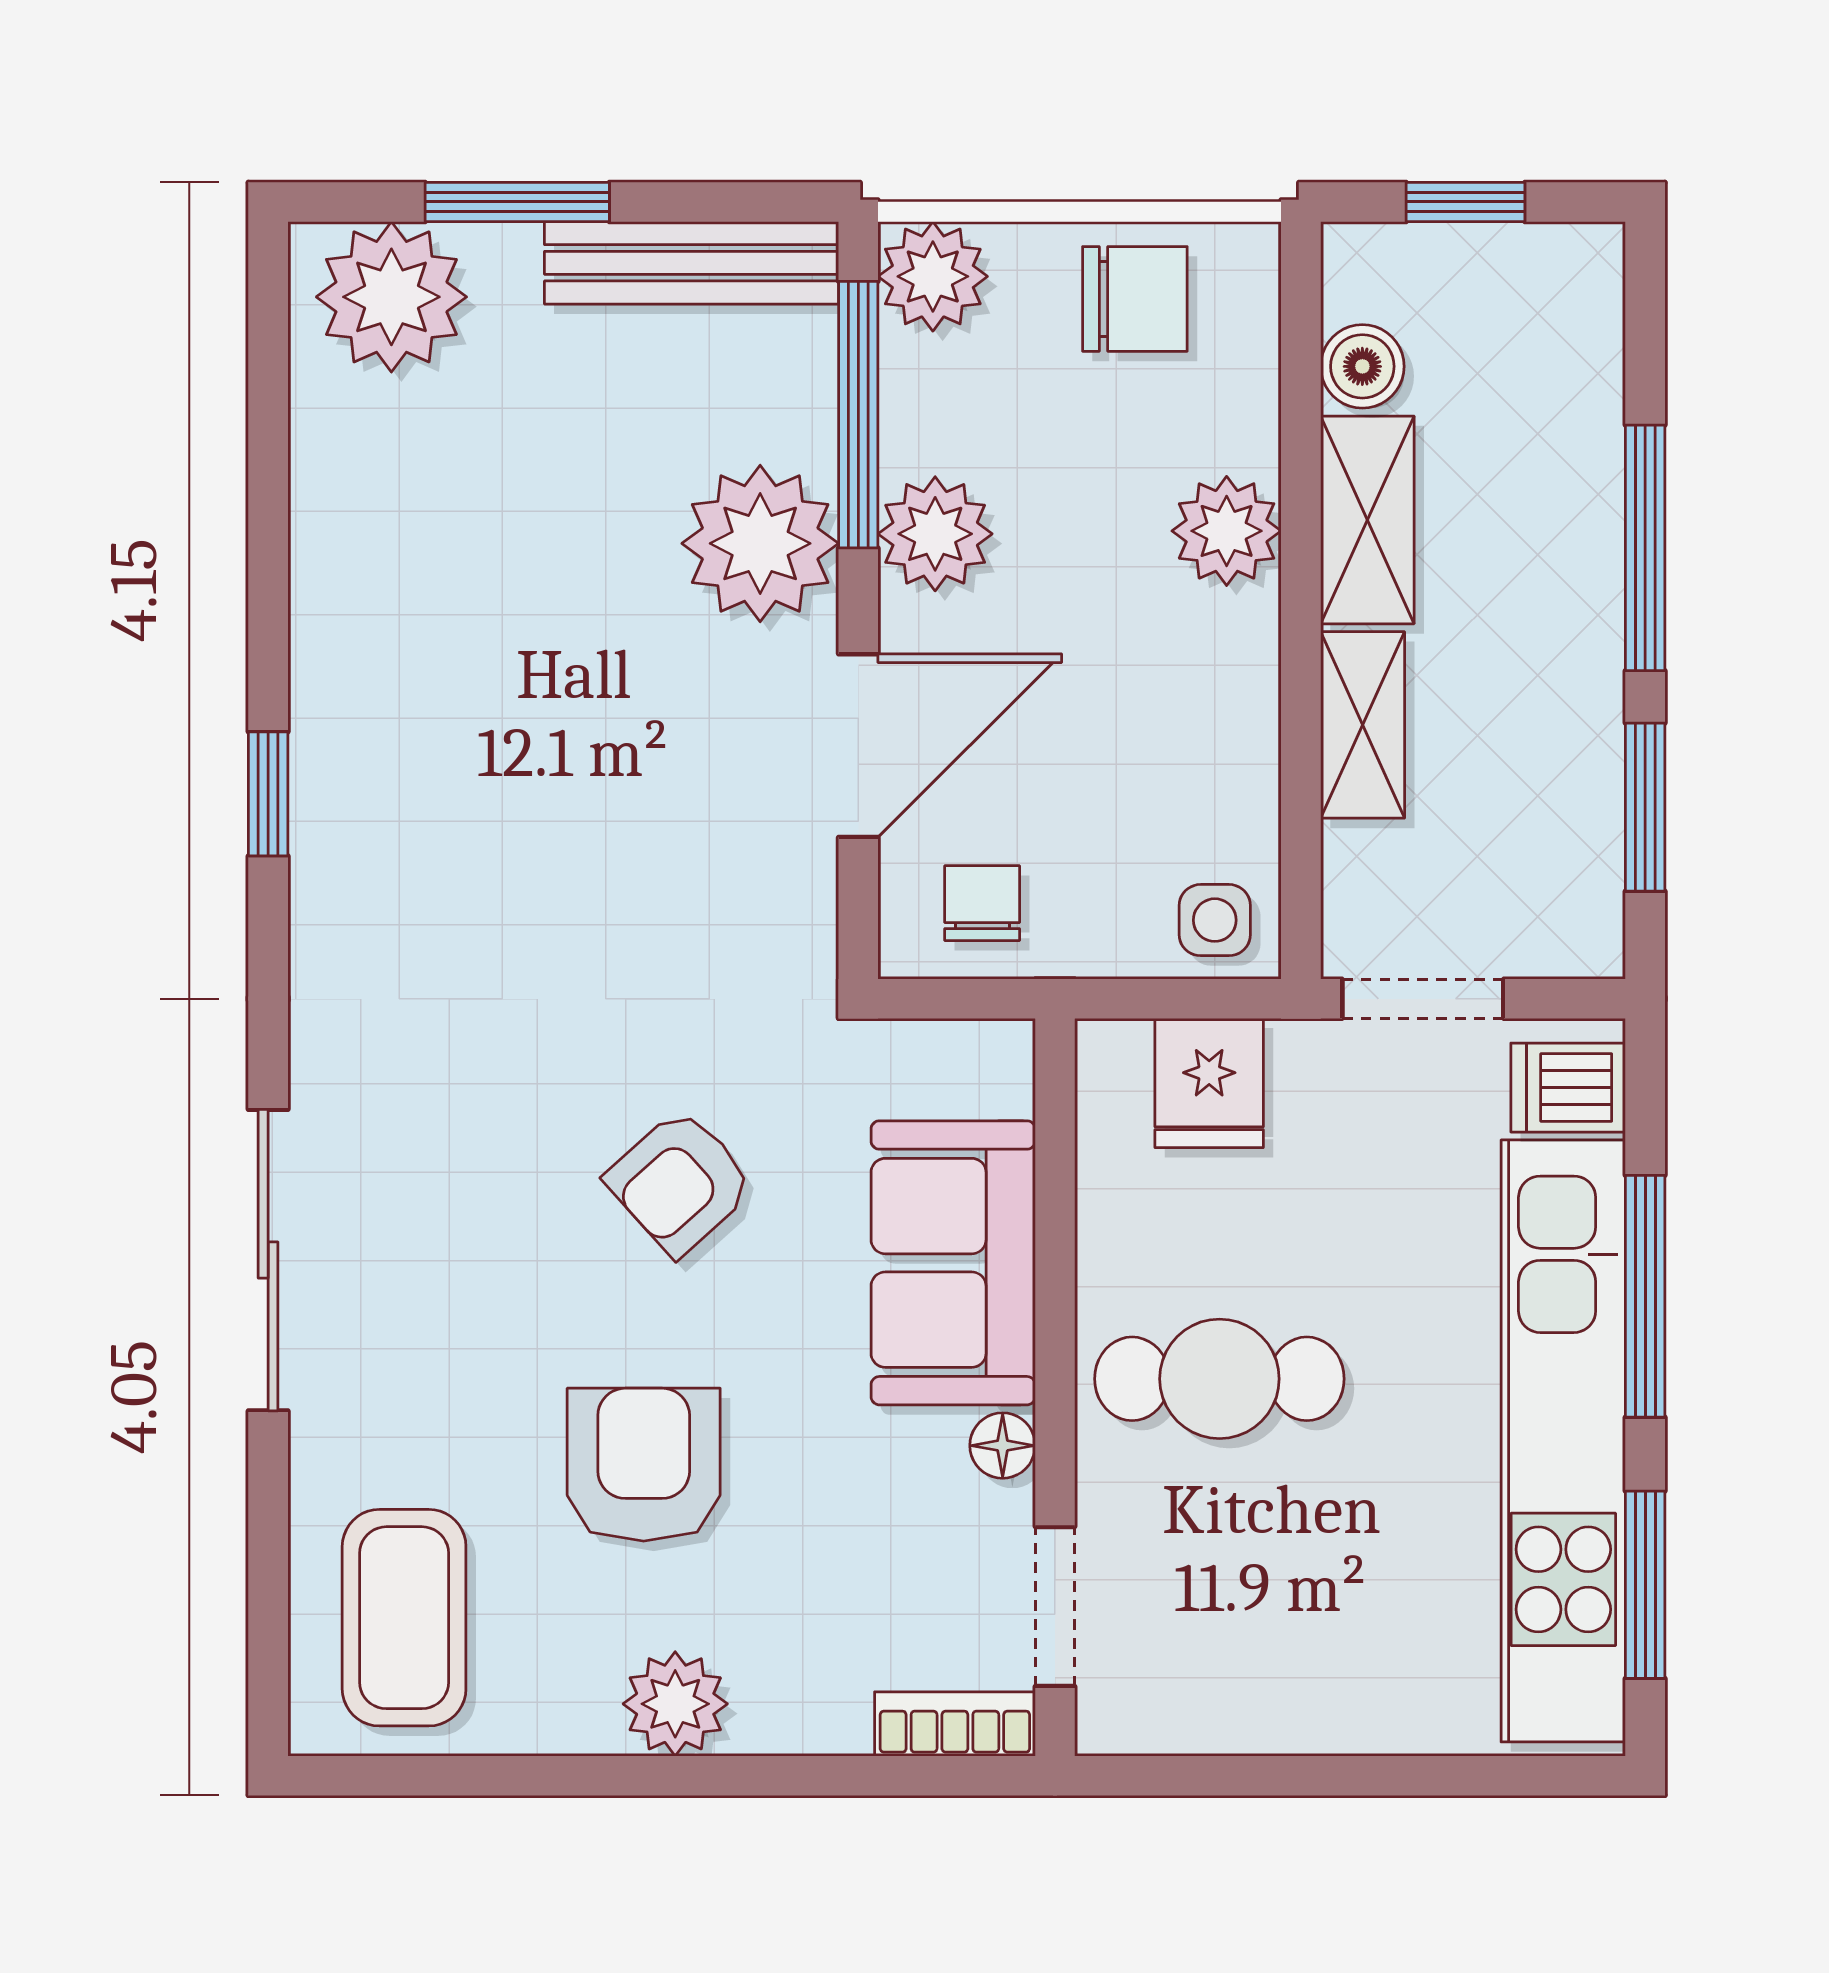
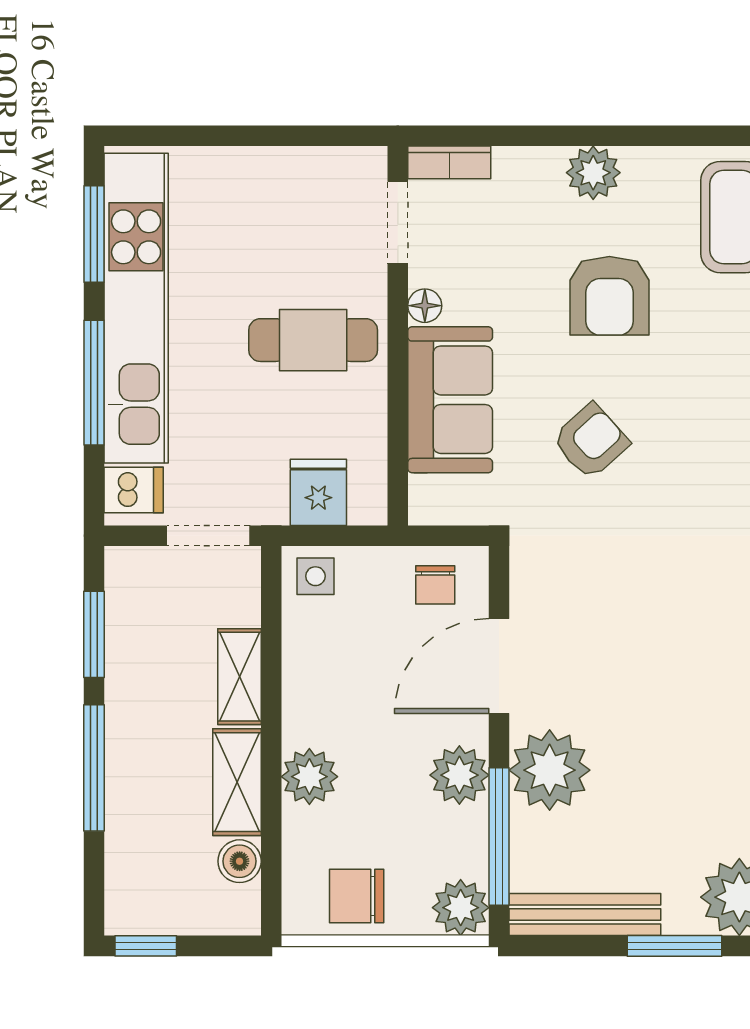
window: (1465, 202) -> (146, 946), moved

